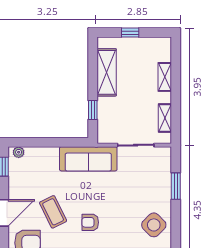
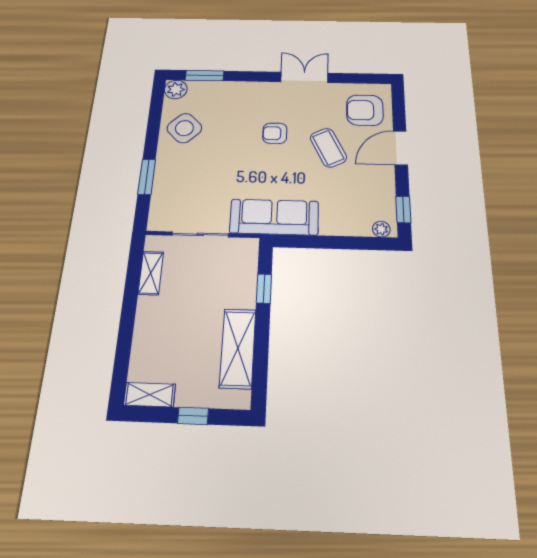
shelving: (165, 77) -> (150, 395), moved, turned 90
armchair: (90, 222) -> (275, 133), turned 180

